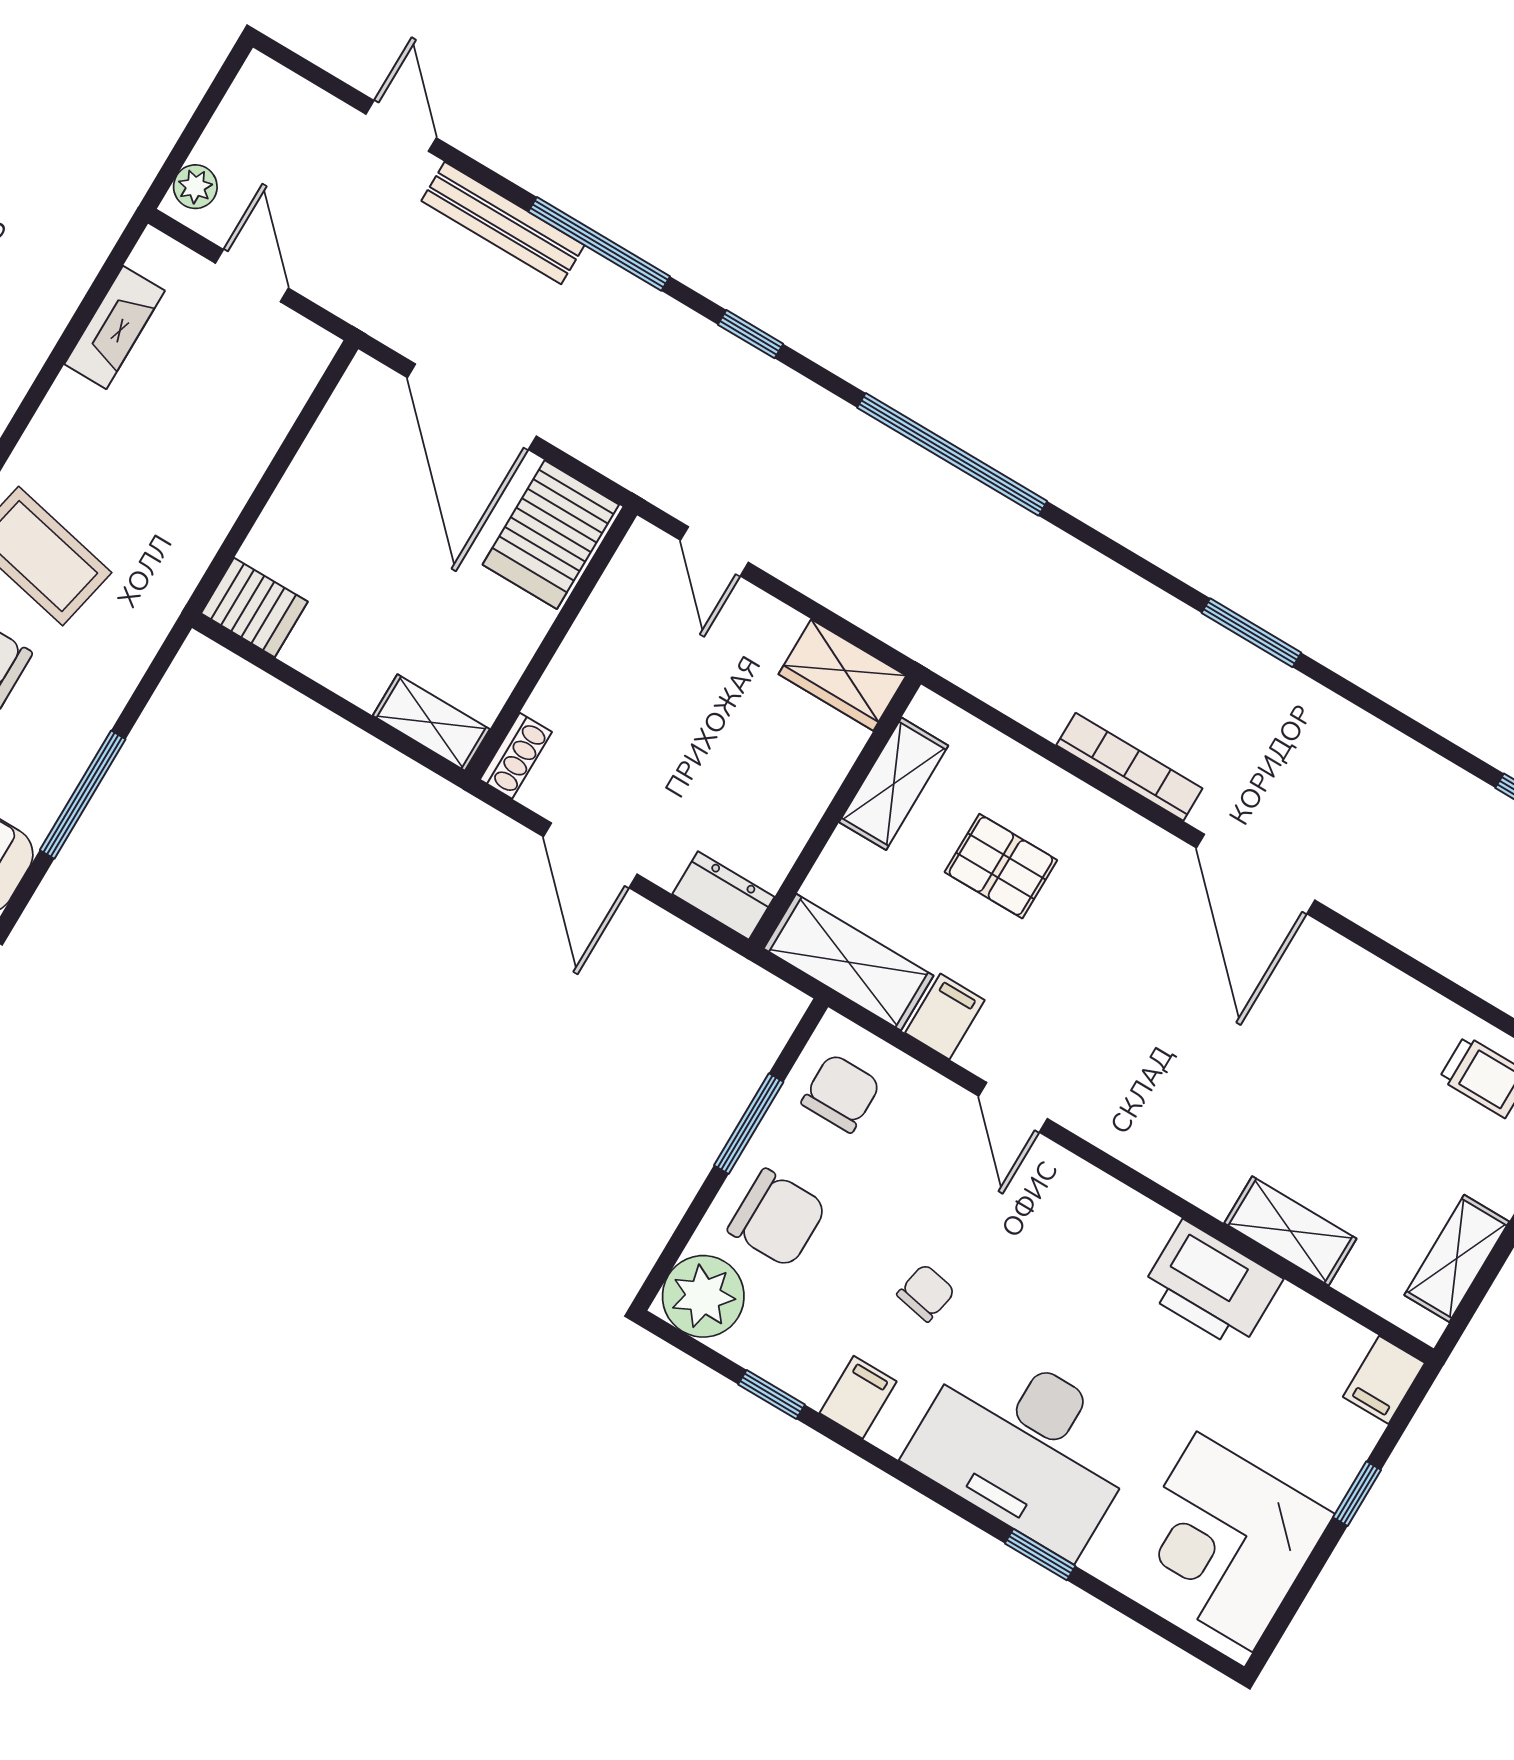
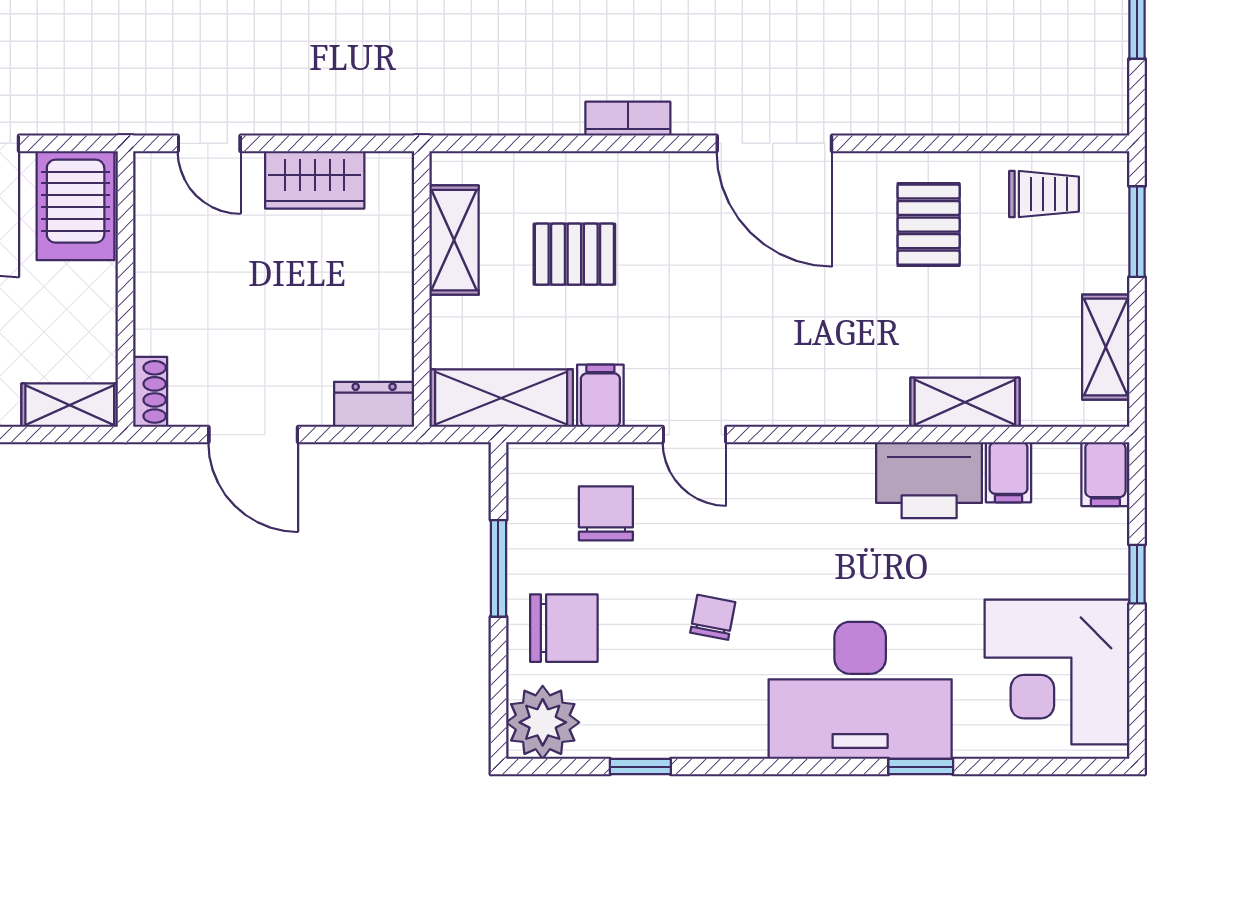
wardrobe: (842, 675) -> (315, 180), moved
bookcase: (1129, 767) -> (628, 119), width x0.64
pallet: (1357, 1040) -> (929, 225), added
chair: (841, 1093) -> (606, 513), moved
filing cabinet: (858, 1397) -> (1009, 472), moved, turned 180

